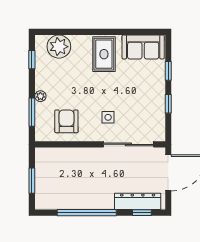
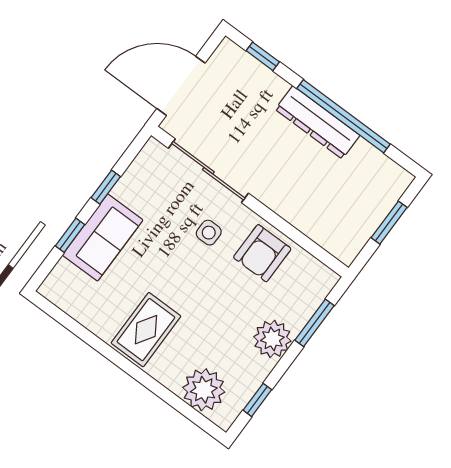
sofa: (143, 47) -> (103, 237), moved, turned 90
plant: (40, 96) -> (272, 339), width x1.88, depth x1.88
armchair: (66, 121) -> (262, 253), moved
dresser: (138, 201) -> (318, 122), moved

